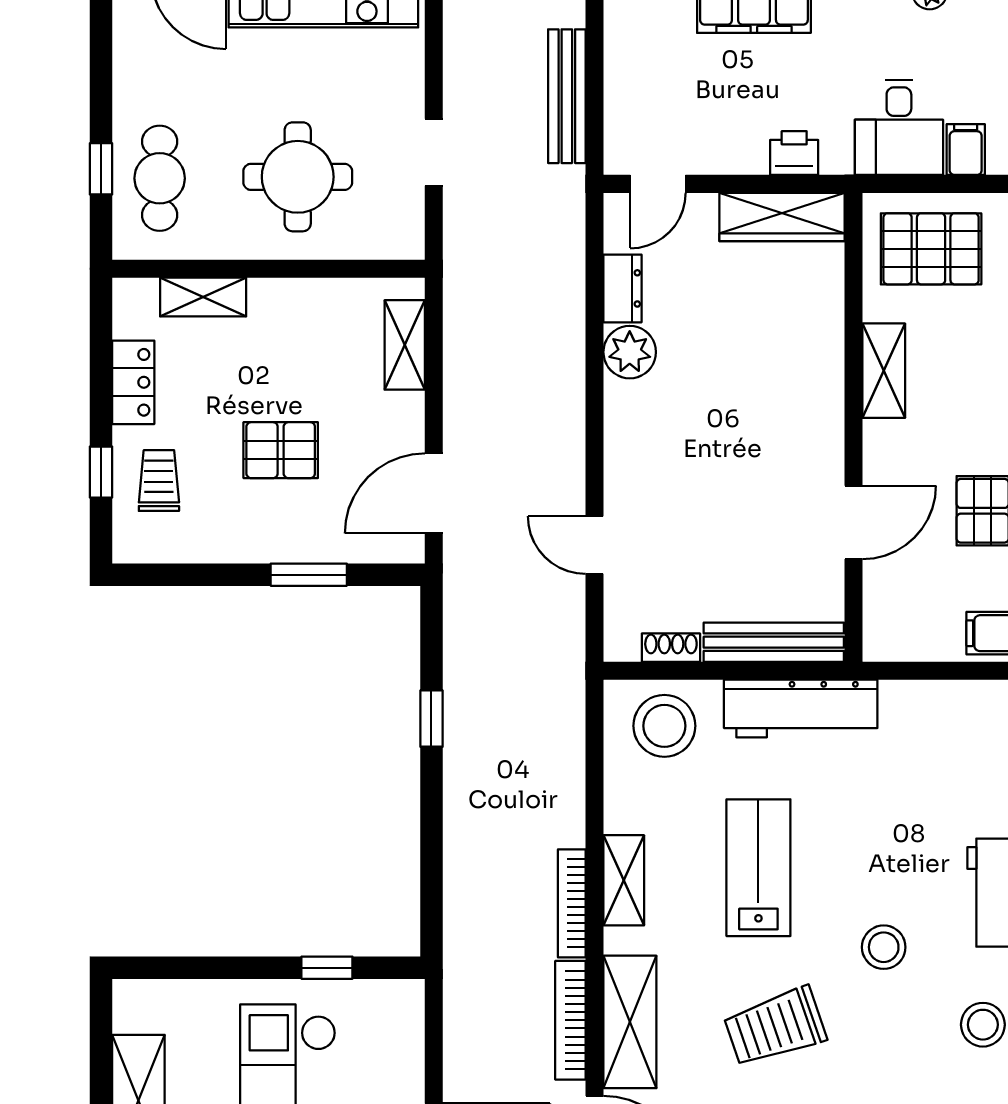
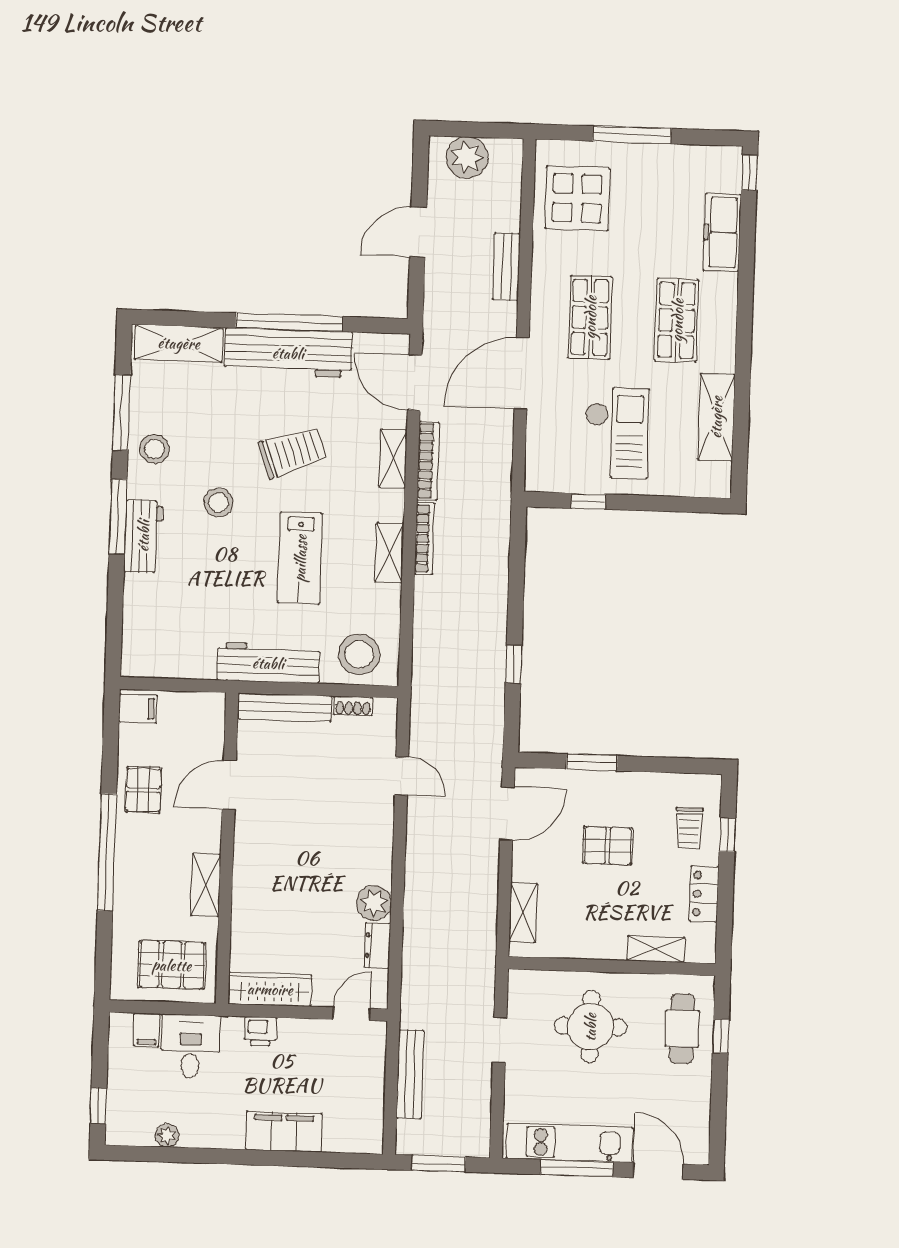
shelving: (630, 1022) -> (393, 459), width x0.67, depth x0.75

